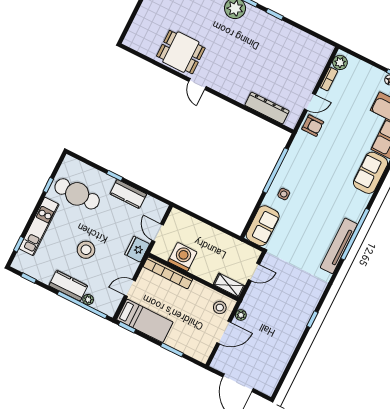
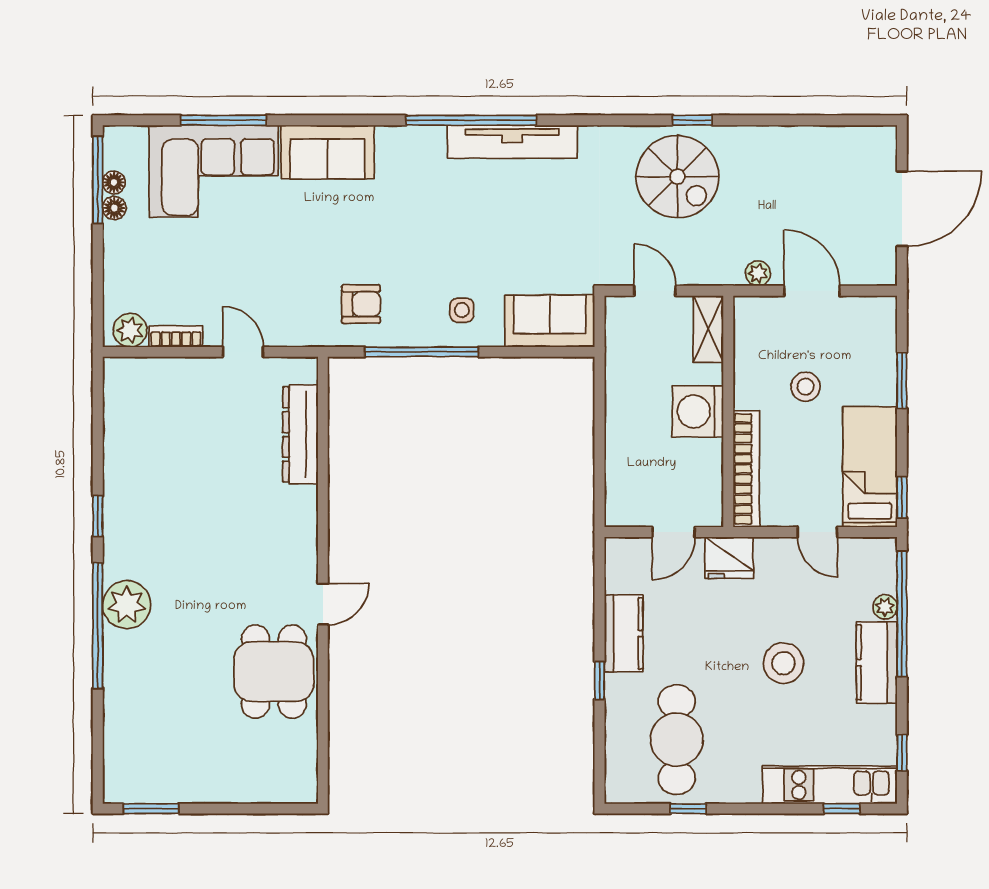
armchair: (313, 126) -> (361, 304), moved, turned 90
kitchen unit: (39, 226) -> (830, 785), moved
washing machine: (182, 257) -> (698, 411), moved
spiral stairs: (294, 303) -> (677, 177), added
stool: (220, 308) -> (806, 387), moved

